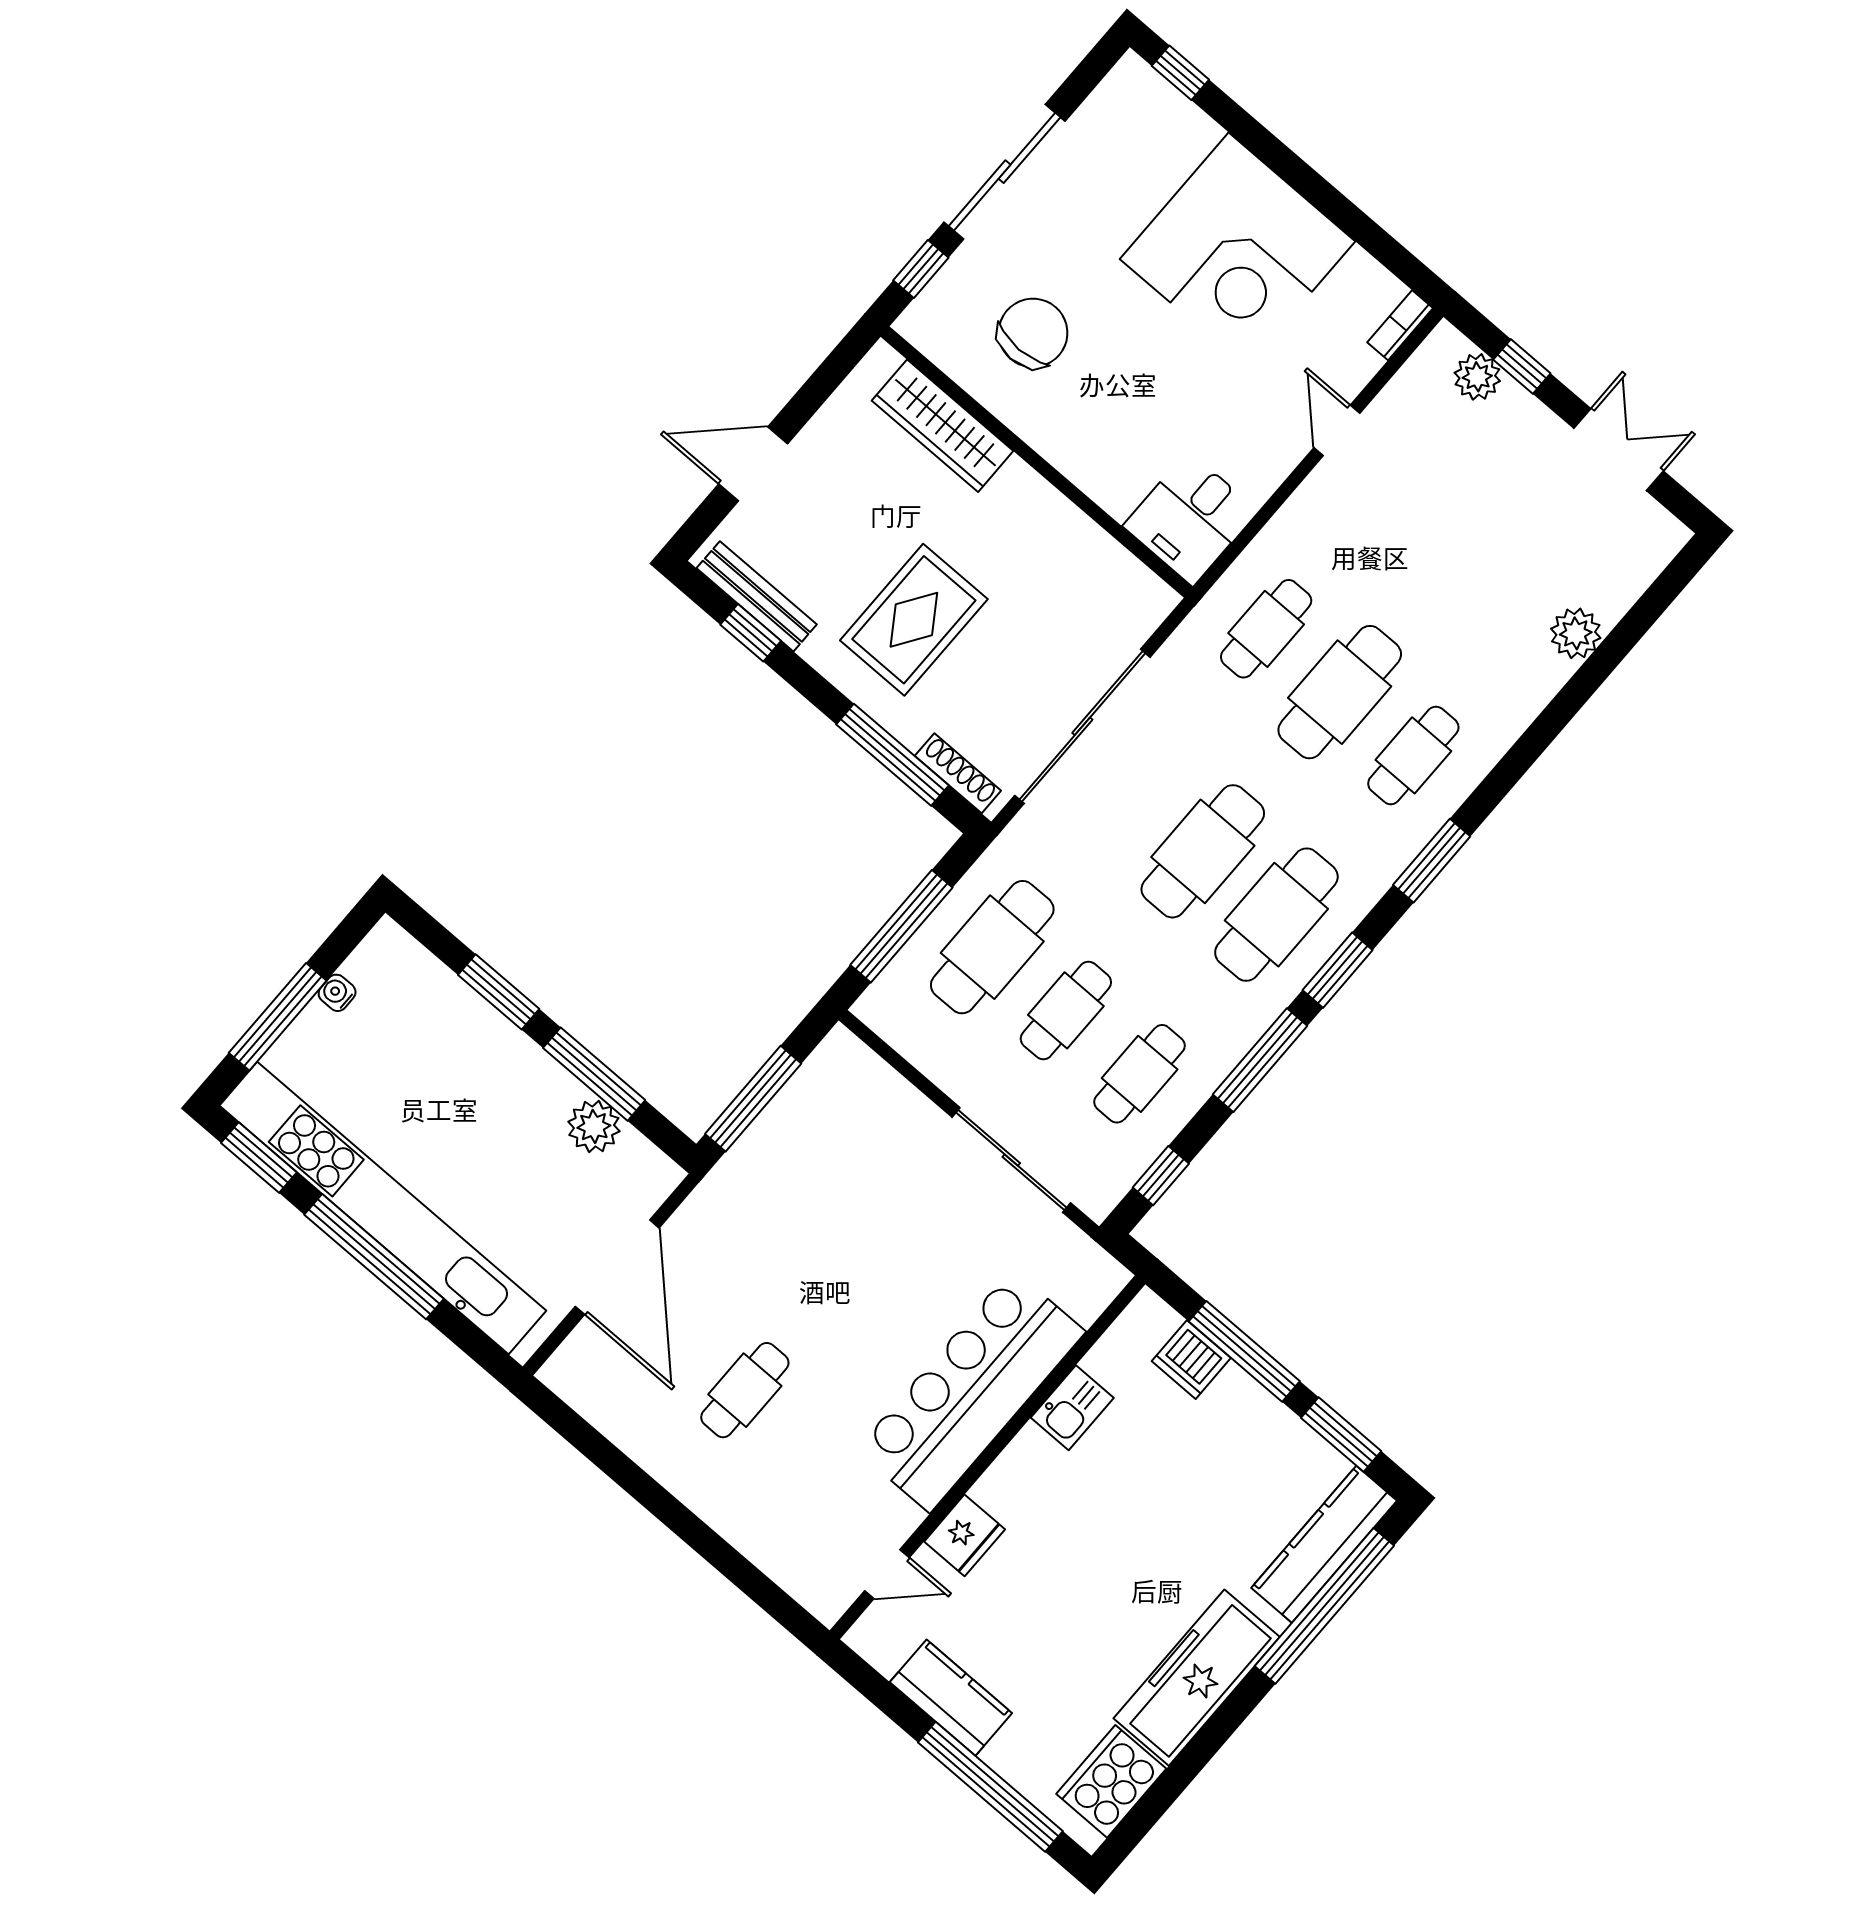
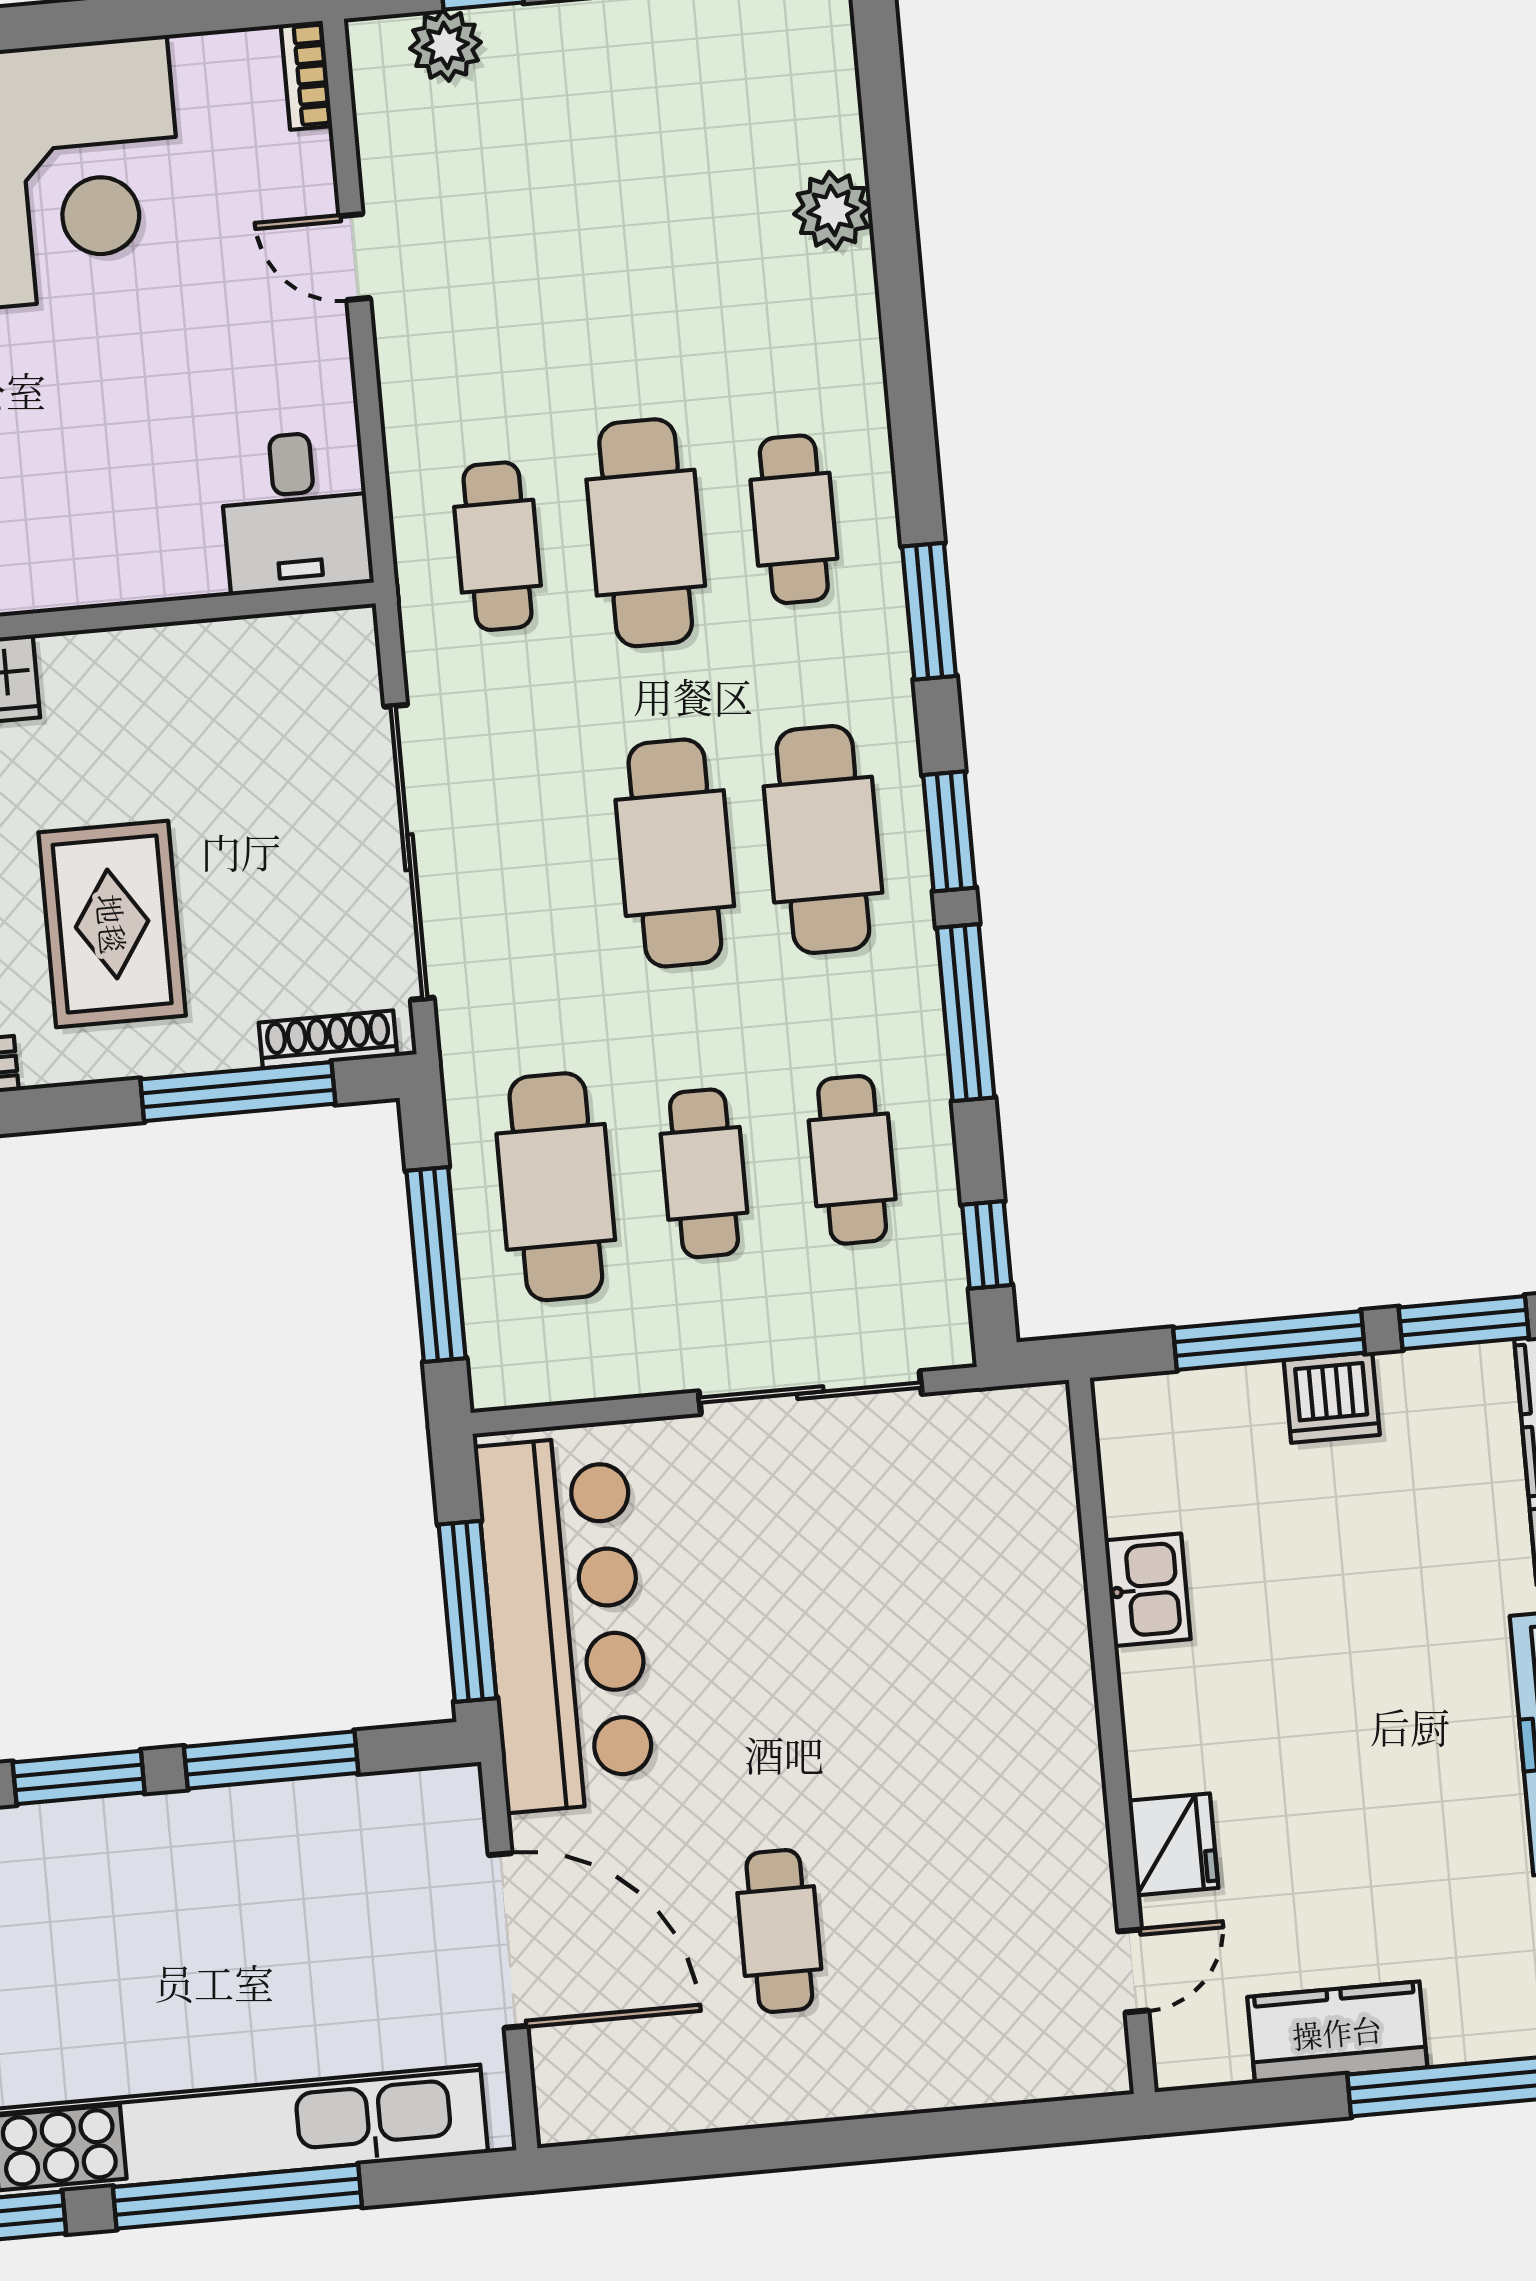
plant: (594, 1127) -> (329, 1816), removed
dishwasher: (1191, 1360) -> (1332, 1397), moved
bar counter: (971, 1391) -> (565, 1623), moved, turned 180

